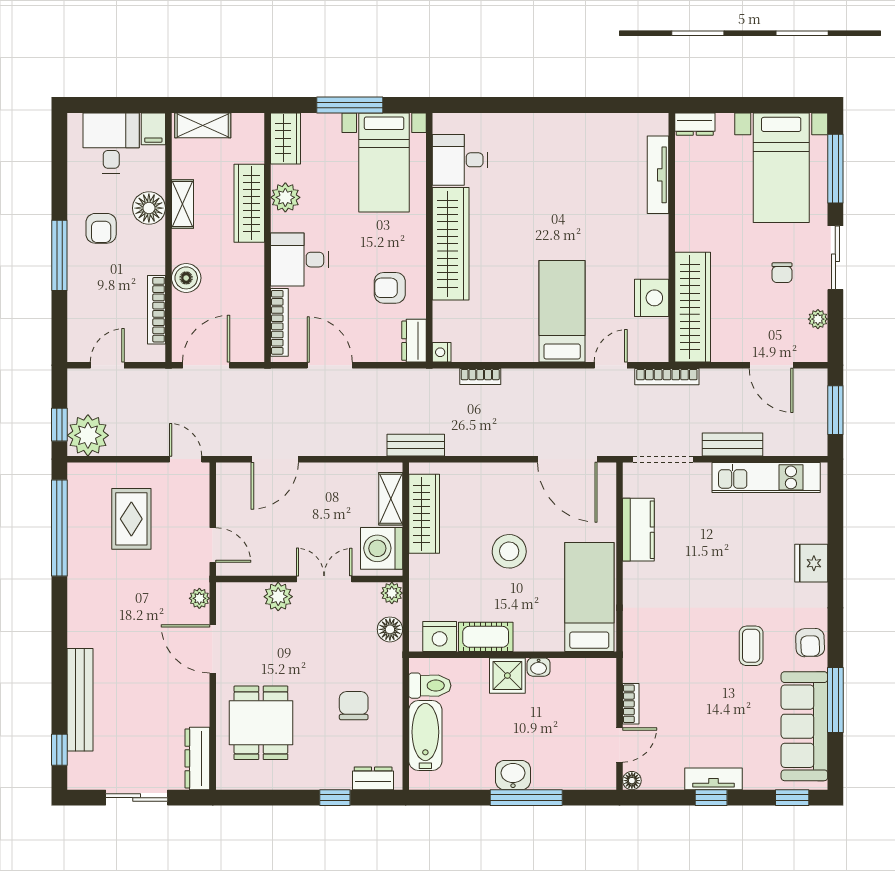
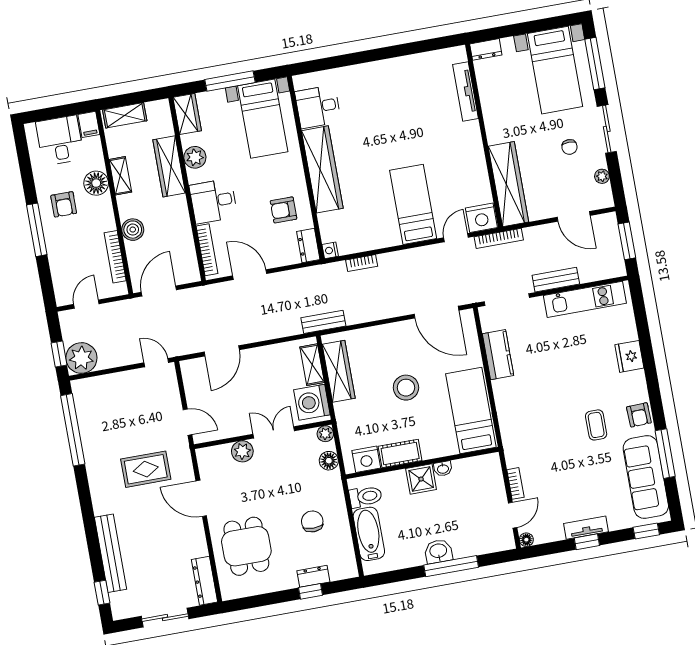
nightstand: (652, 298) -> (481, 218), moved, turned 90
rug: (131, 519) -> (146, 469), moved, turned 90
plant: (199, 598) -> (185, 463), removed
dresser: (373, 778) -> (313, 576), moved

